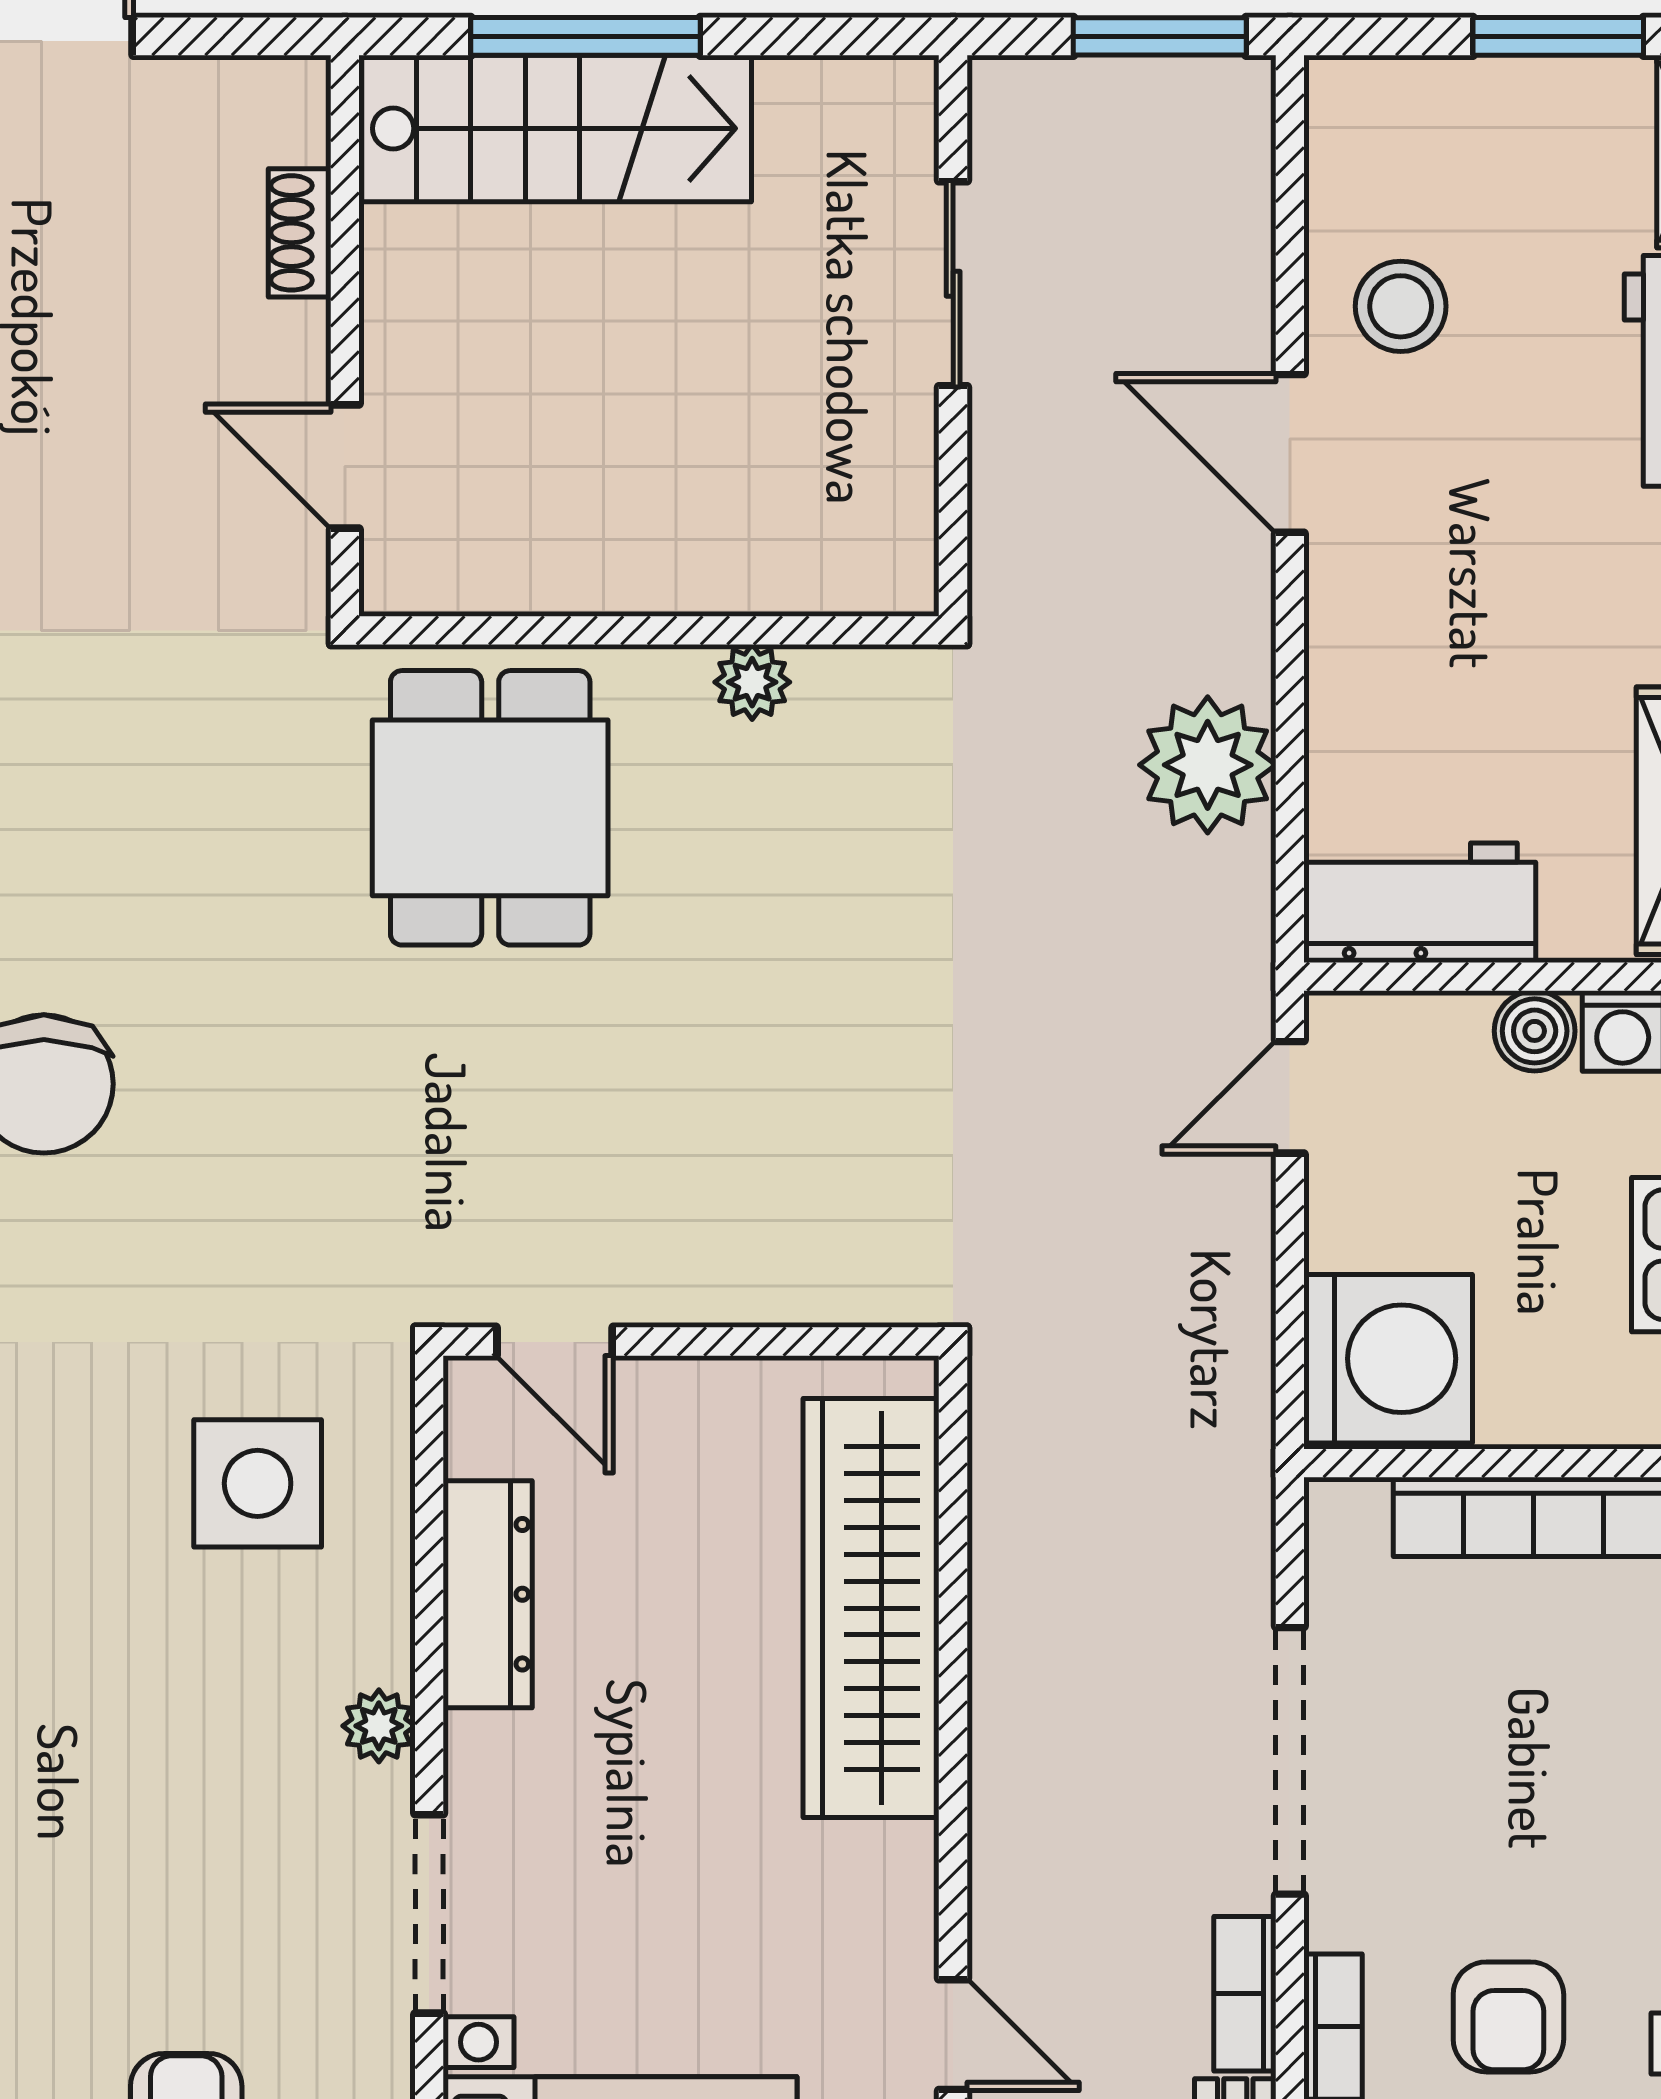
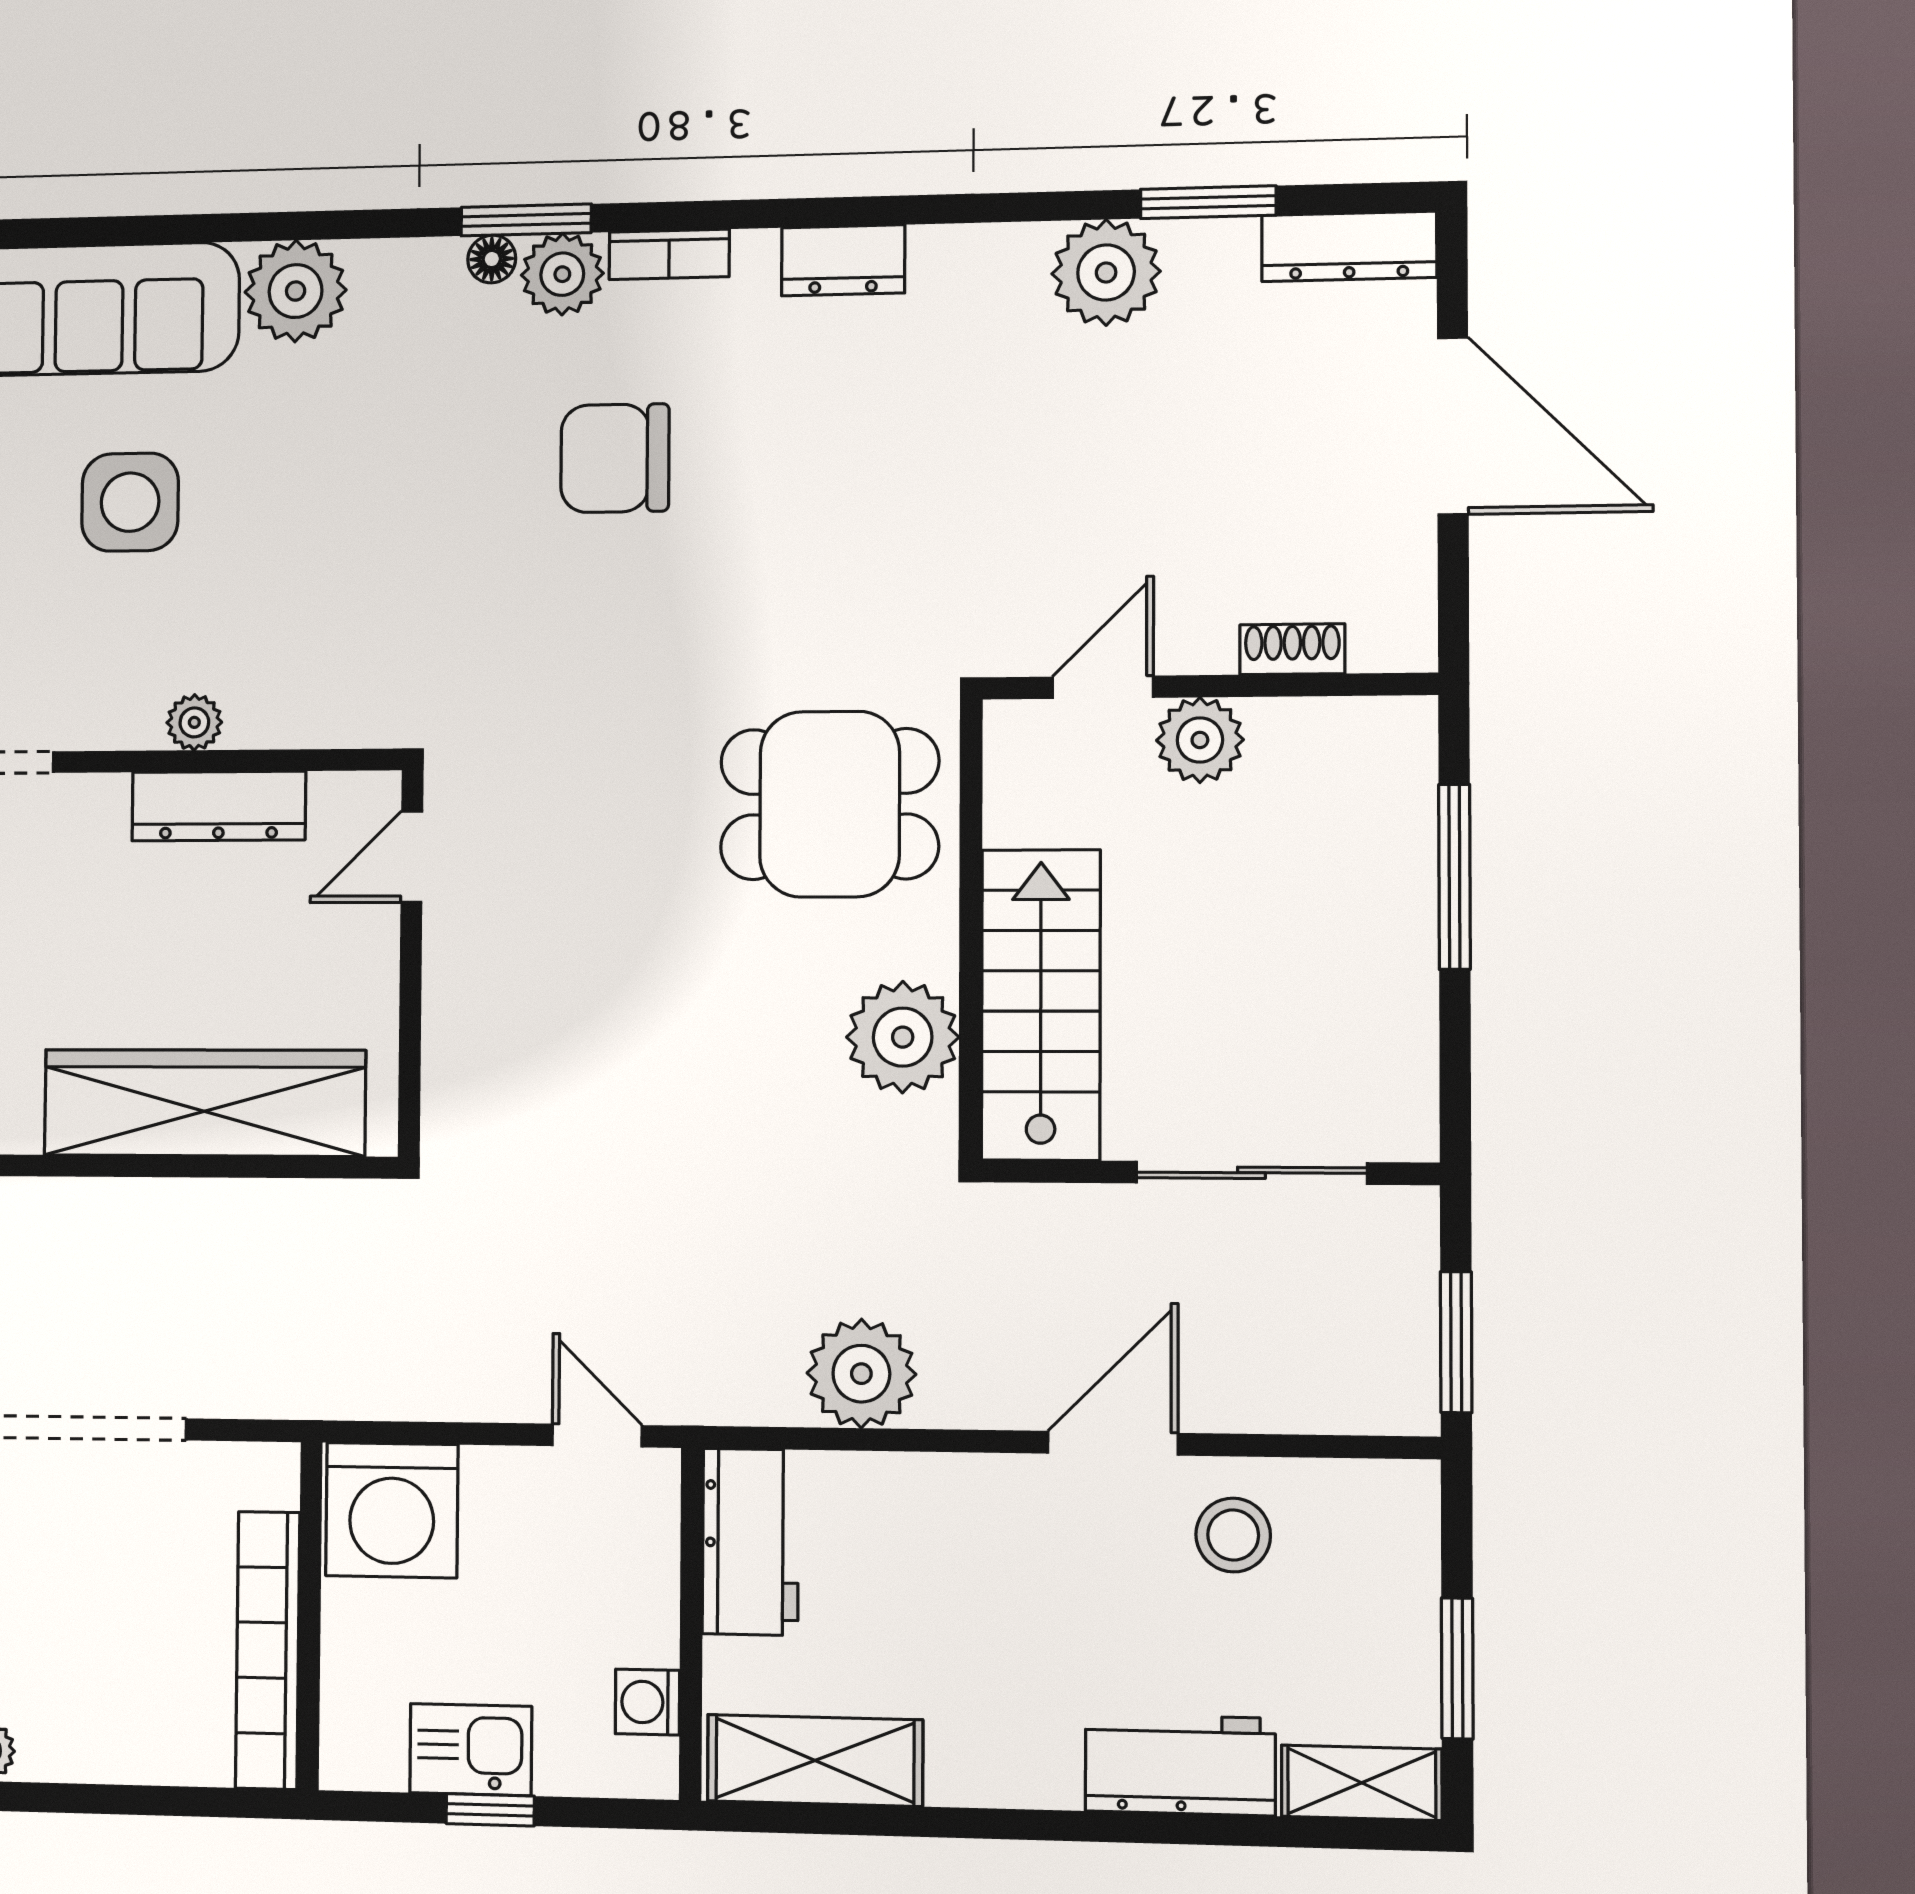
stairs: (557, 128) -> (1041, 1005), moved, turned 180
sliding door: (953, 284) -> (1251, 1173), width x1.37
plant: (413, 347) -> (1200, 740), added
plant: (752, 682) -> (903, 1037), width x1.87, depth x1.87
boiler: (1535, 1031) -> (648, 1632), removed
side table: (258, 1483) -> (130, 502), moved
plant: (379, 1726) -> (194, 722), moved

